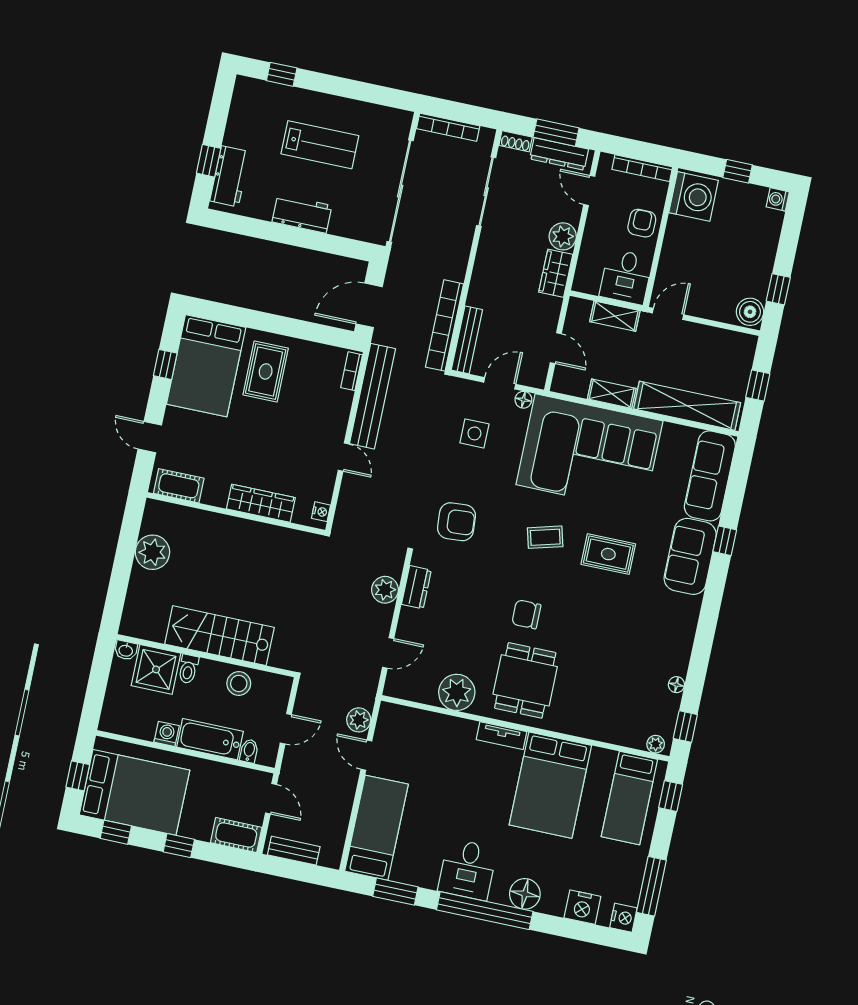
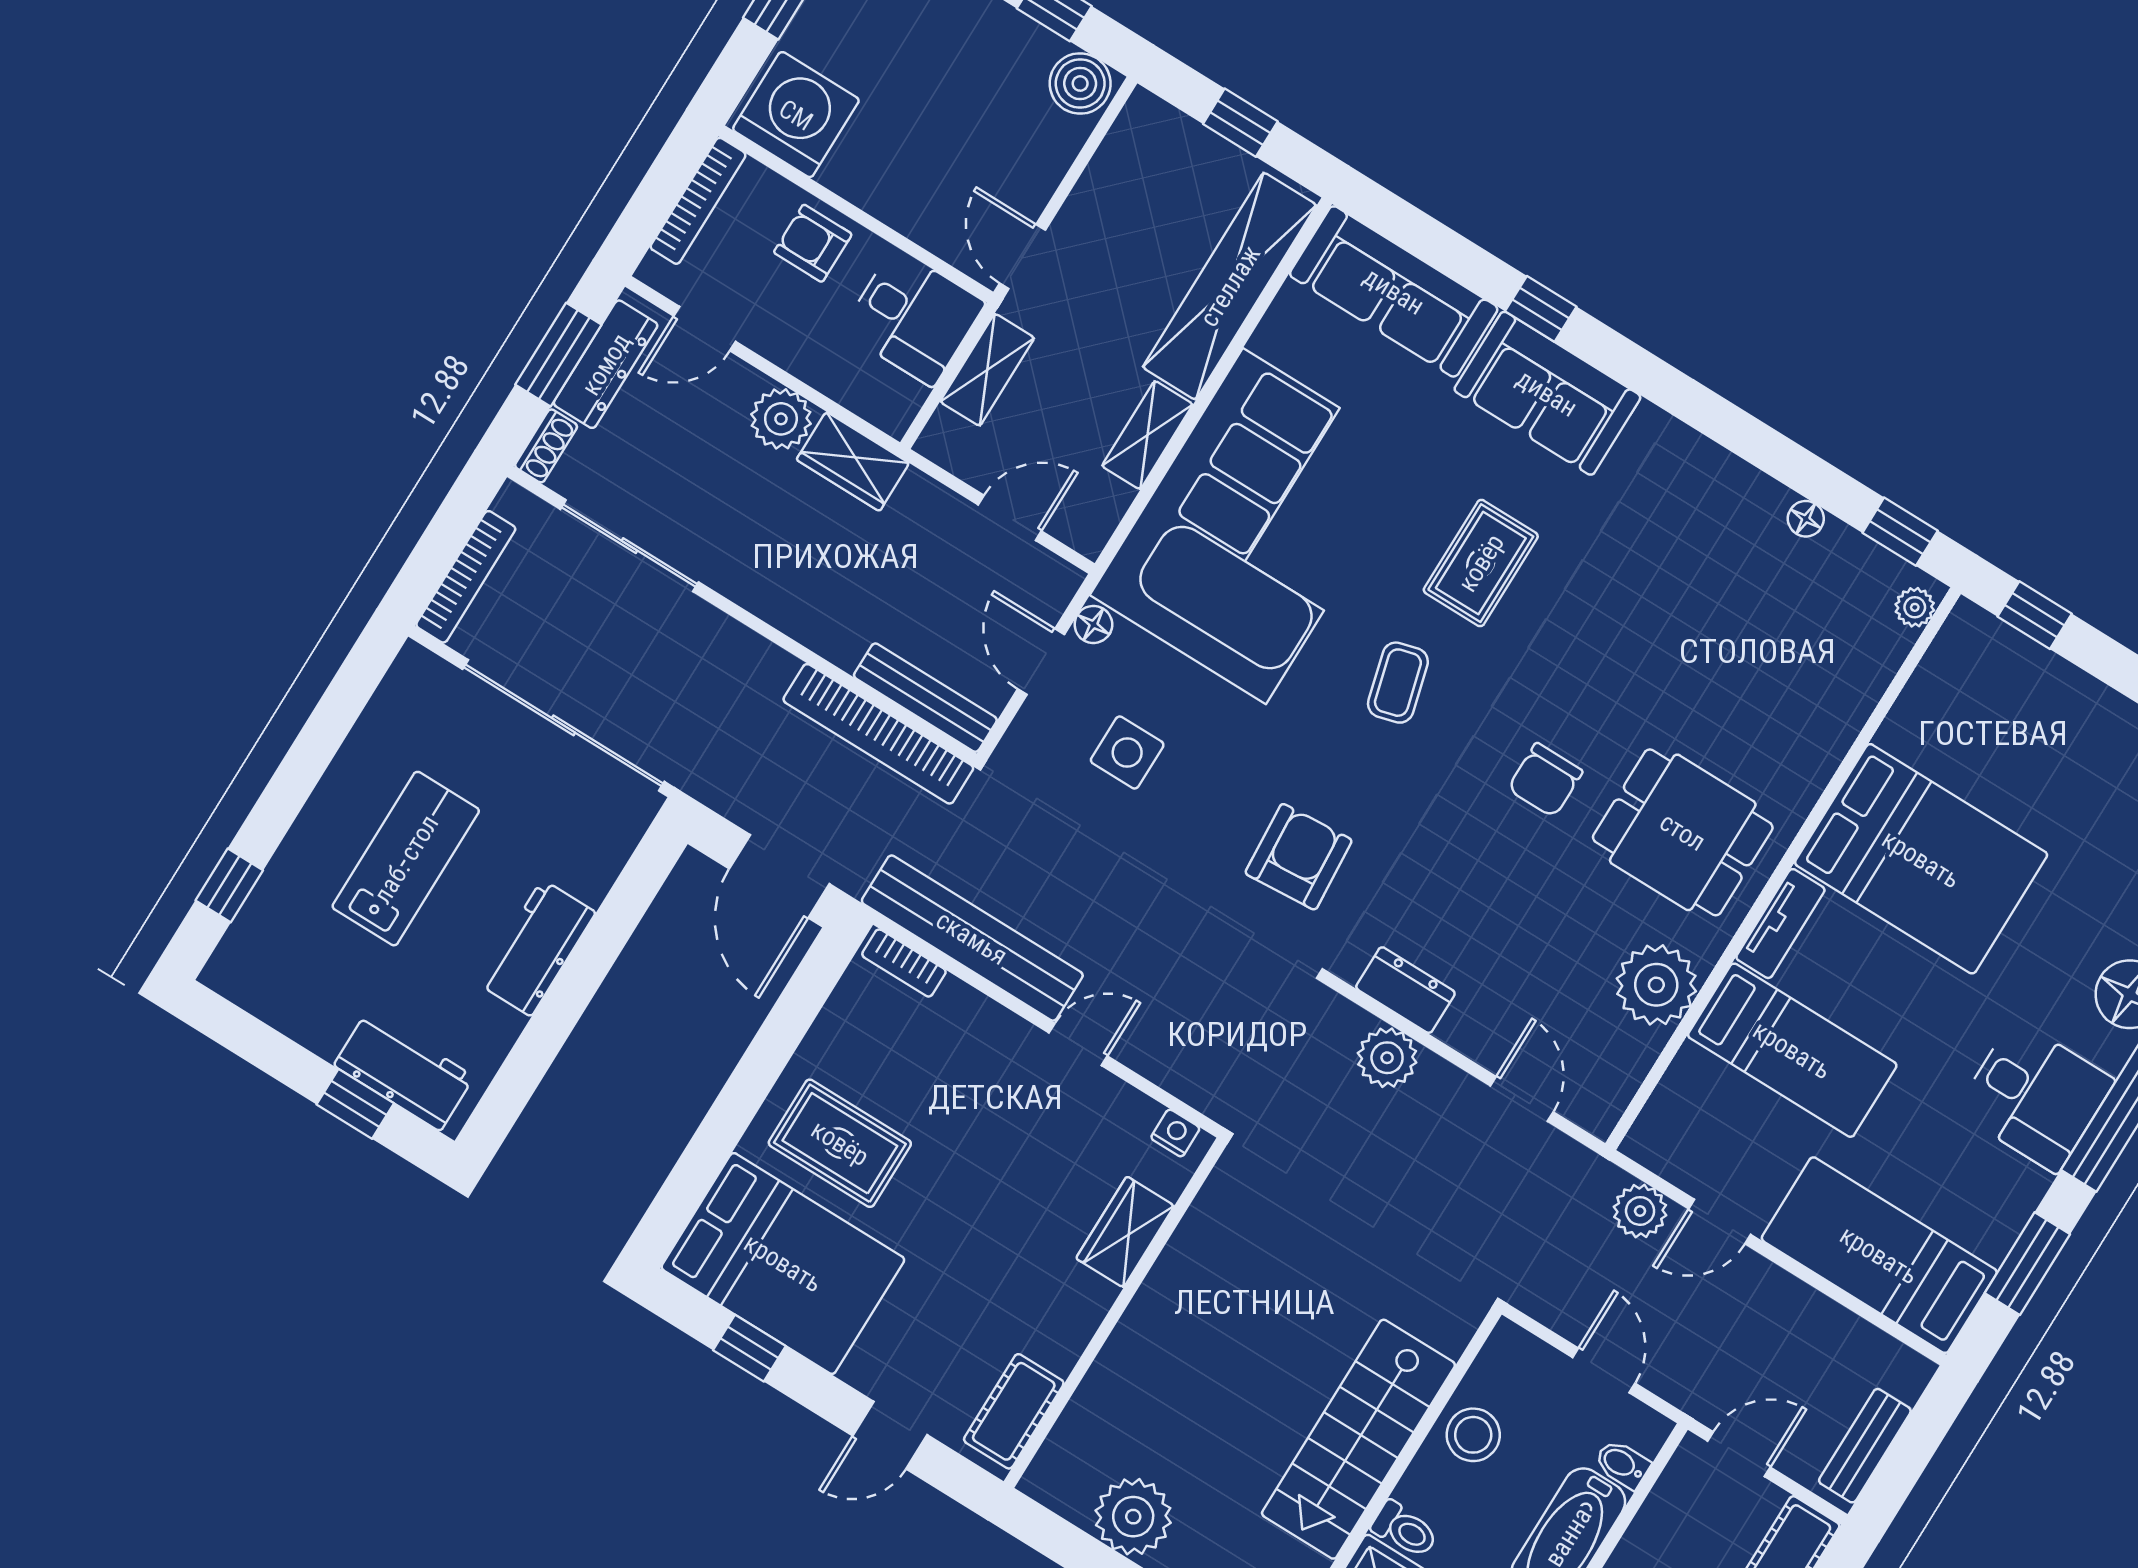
wardrobe: (261, 503) -> (1125, 1232), width x0.67
bed: (629, 798) -> (1792, 1050), moved

